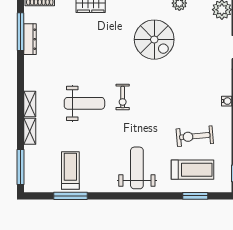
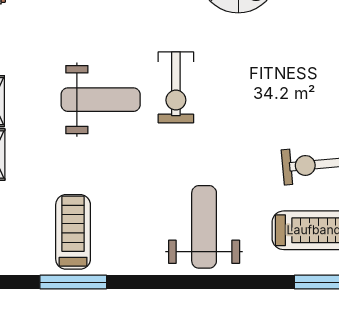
exercise bike: (123, 97) -> (176, 87), width x1.38, depth x1.39

